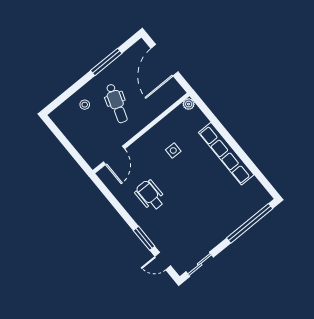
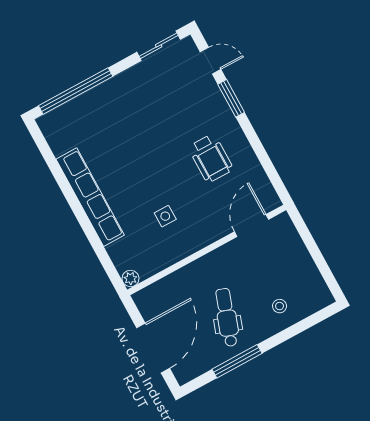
dental chair: (117, 103) -> (227, 317), moved

